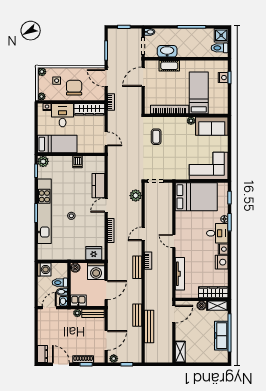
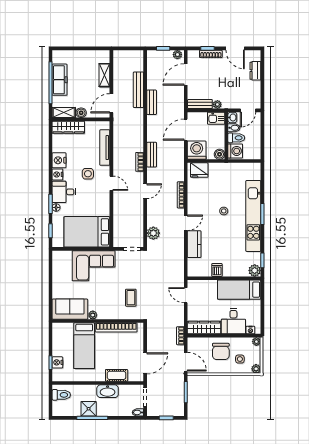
shower: (221, 35) -> (89, 409), moved
washbasin: (167, 51) -> (108, 391), moved
corner sofa: (209, 166) -> (94, 266), moved
side table: (195, 250) -> (88, 174), added
washing machine: (44, 270) -> (235, 151), moved, turned 180
shelving: (180, 352) -> (104, 75), moved
dresser: (43, 354) -> (255, 71), moved

